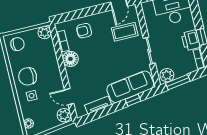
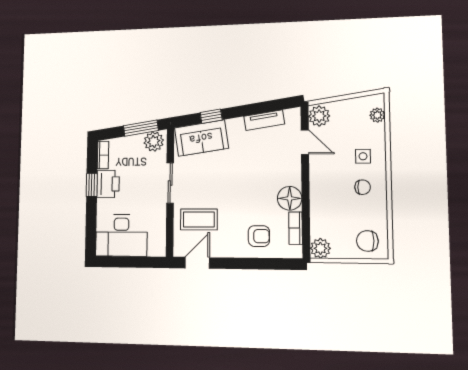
chair: (28, 76) -> (363, 187), width x0.54, depth x0.54
sofa: (130, 87) -> (201, 138), width x0.73

